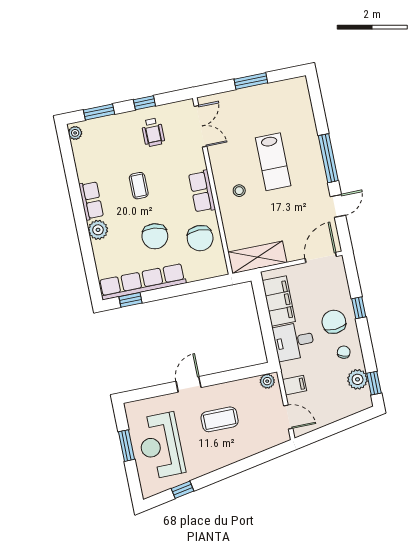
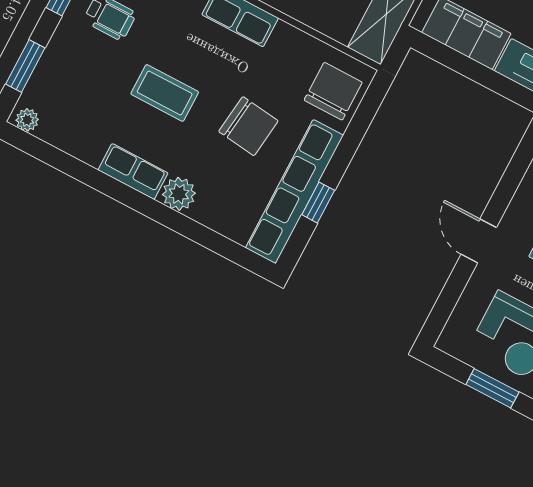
coffee table: (139, 186) -> (165, 93), width x1.36, depth x1.30
chair: (200, 238) -> (333, 91), moved, turned -90
window: (130, 300) -> (318, 203), moved

